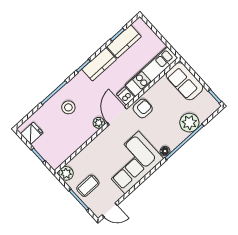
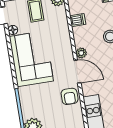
dishwasher: (126, 96) -> (78, 20), moved
floor lamp: (165, 151) -> (13, 30), moved

